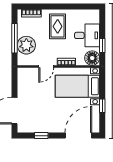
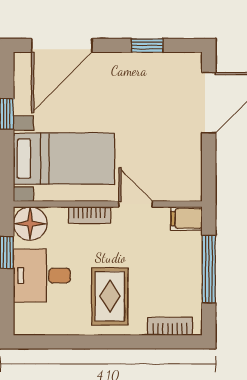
plant: (26, 45) -> (182, 253), removed
filing cabinet: (24, 60) -> (187, 219), added
door: (46, 66) -> (136, 204), hinge flipped

